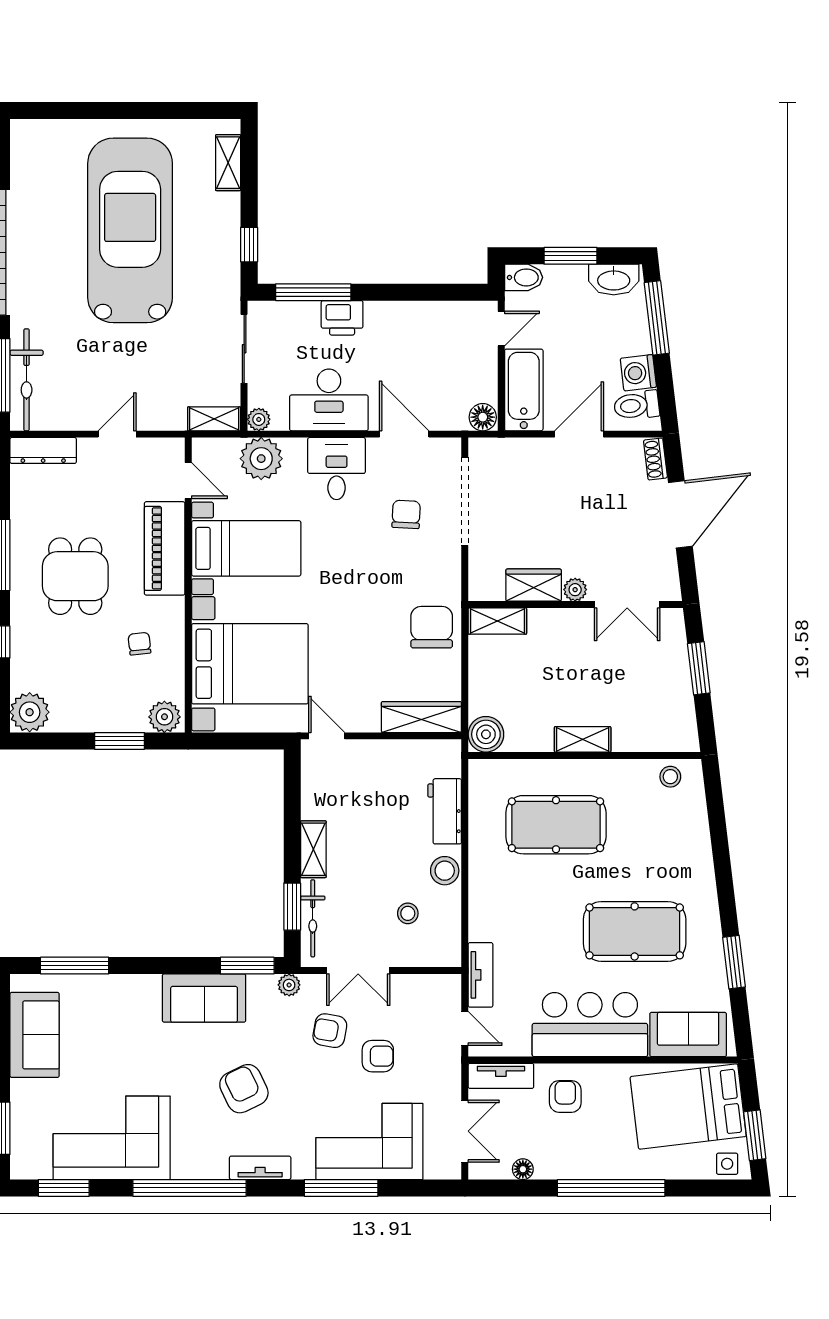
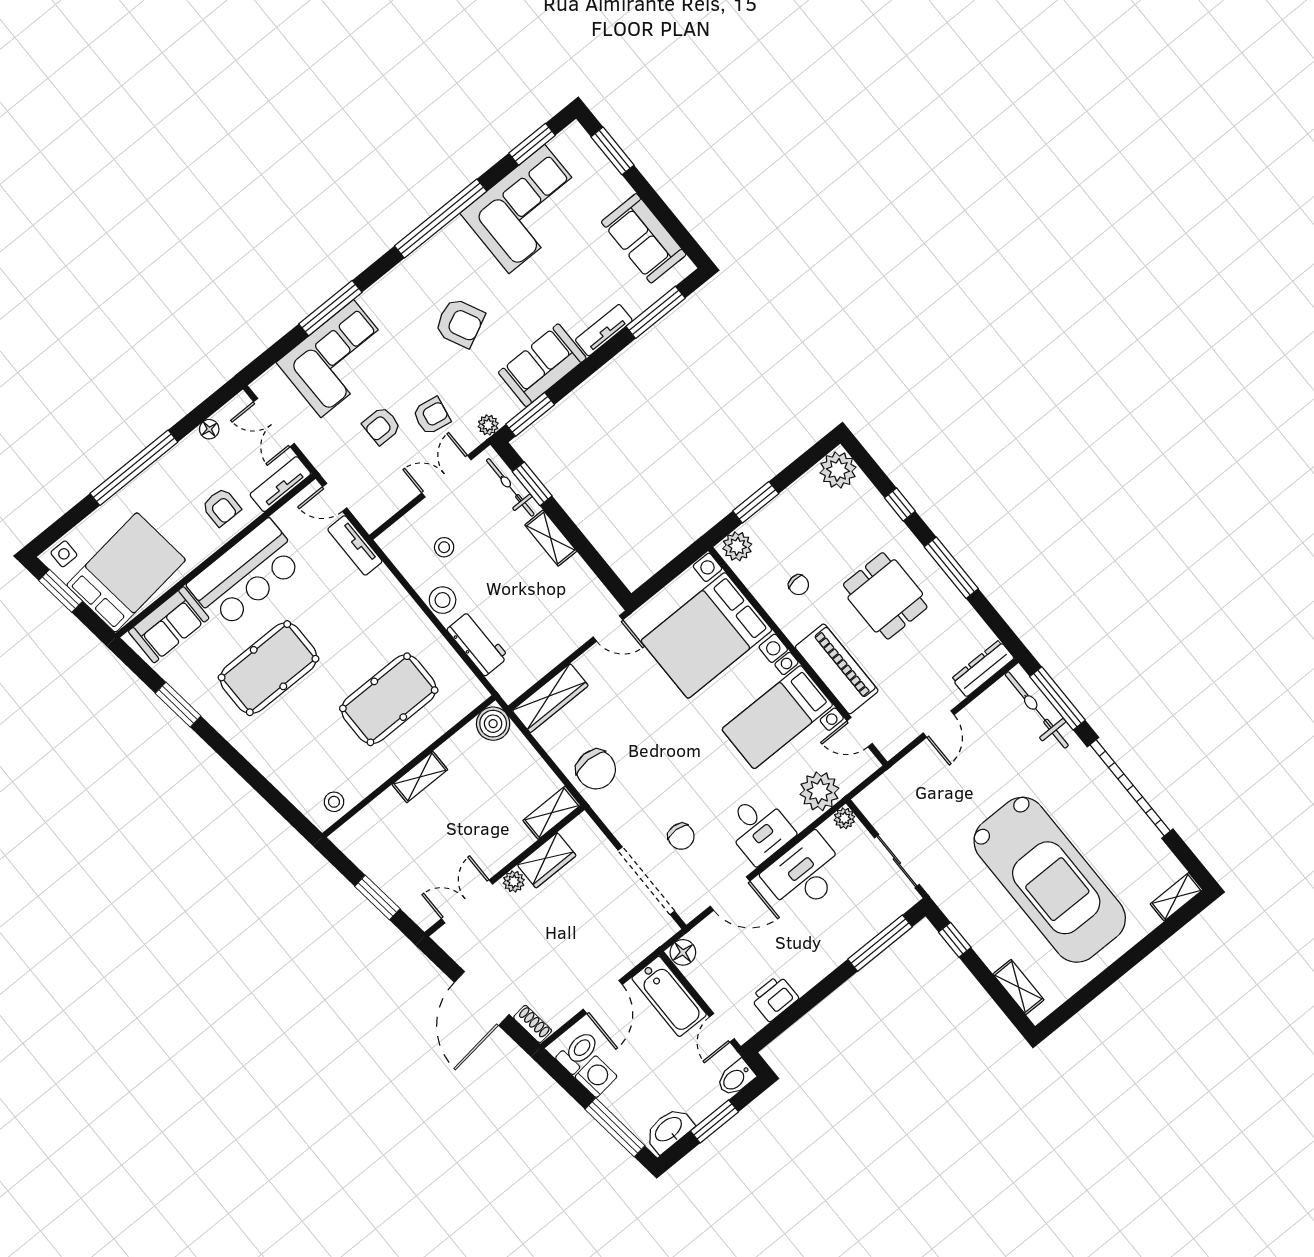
printer: (342, 318) -> (774, 998), moved
shelving: (214, 419) -> (1176, 897), moved
tv unit: (260, 1168) -> (604, 330), moved, turned 180

